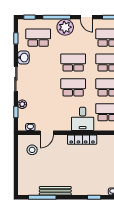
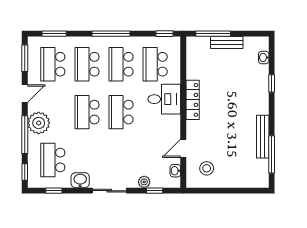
door: (47, 133) -> (183, 148), swing flipped

